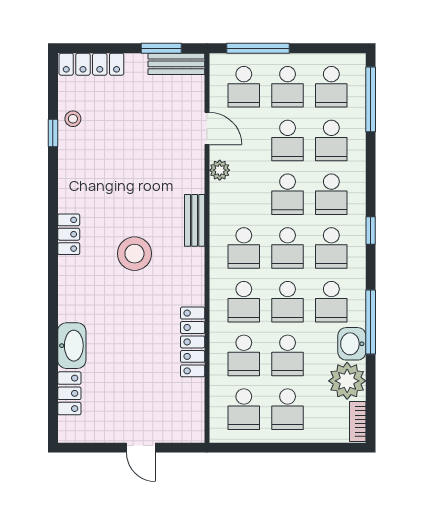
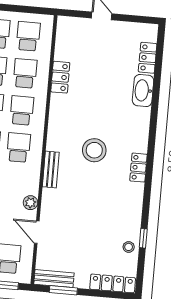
locker: (193, 342) -> (60, 77), width x0.66

